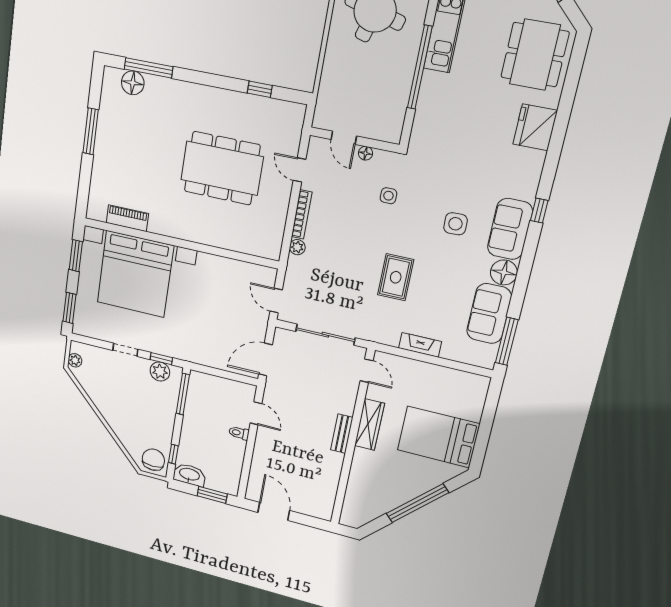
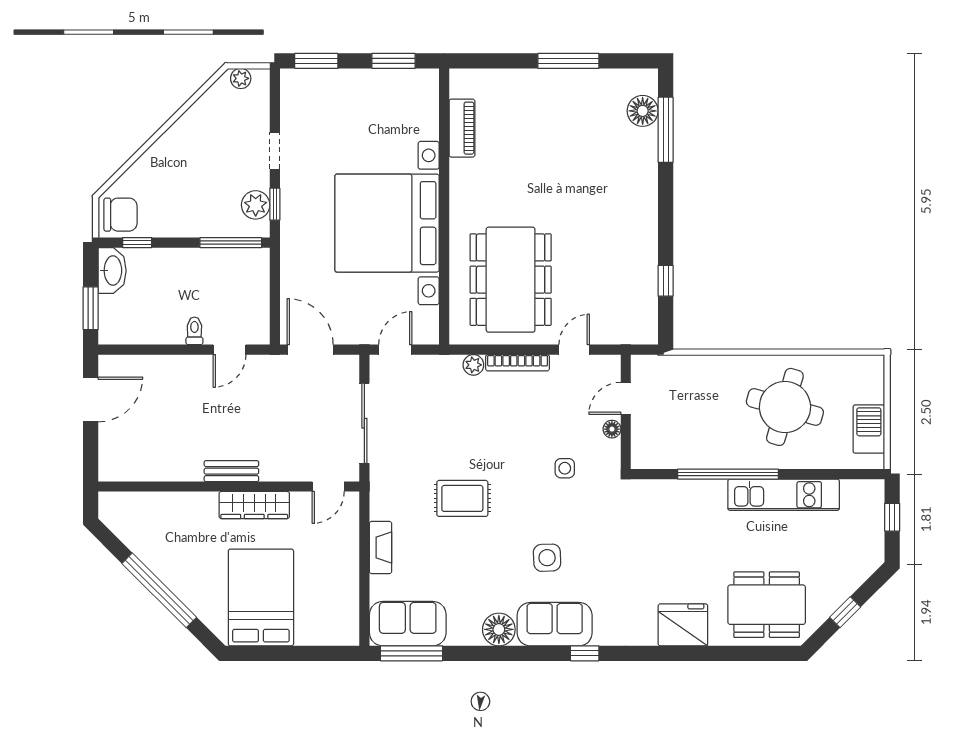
dining table: (222, 168) -> (511, 280), moved
bed with nightstands: (135, 274) -> (387, 223), moved
sofa: (489, 314) -> (408, 624), moved

